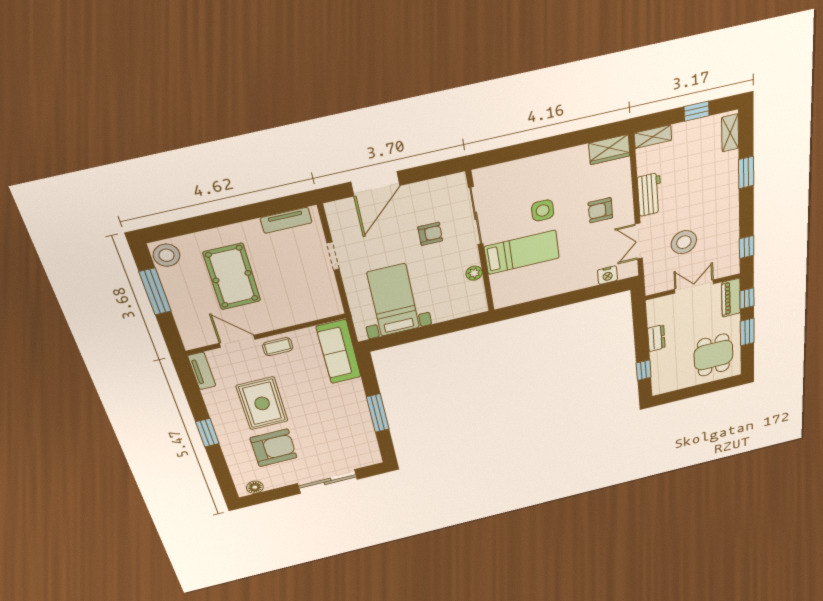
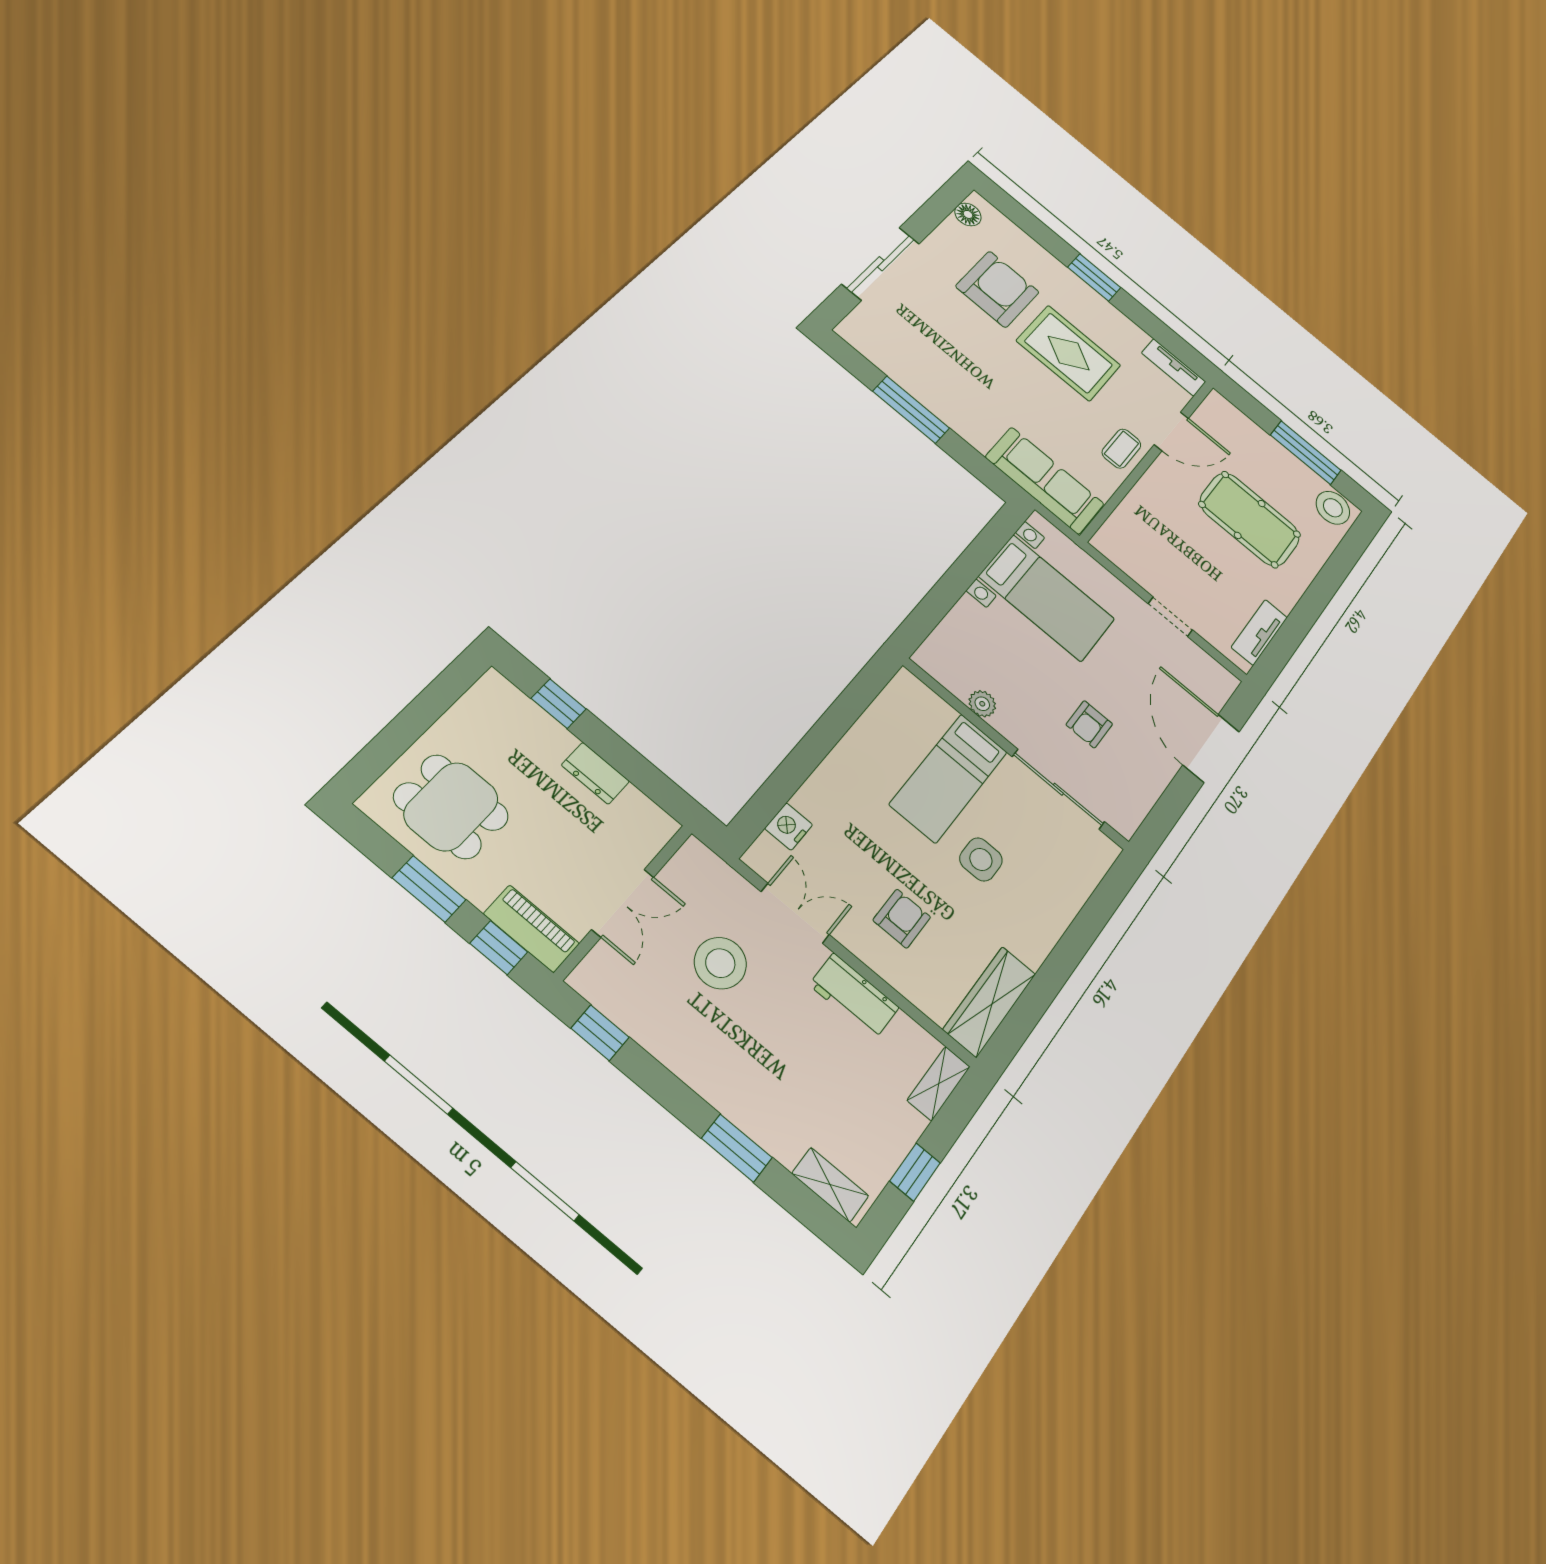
wardrobe: (609, 150) -> (990, 1002), width x1.50
armchair: (274, 448) -> (997, 289), turned 180

